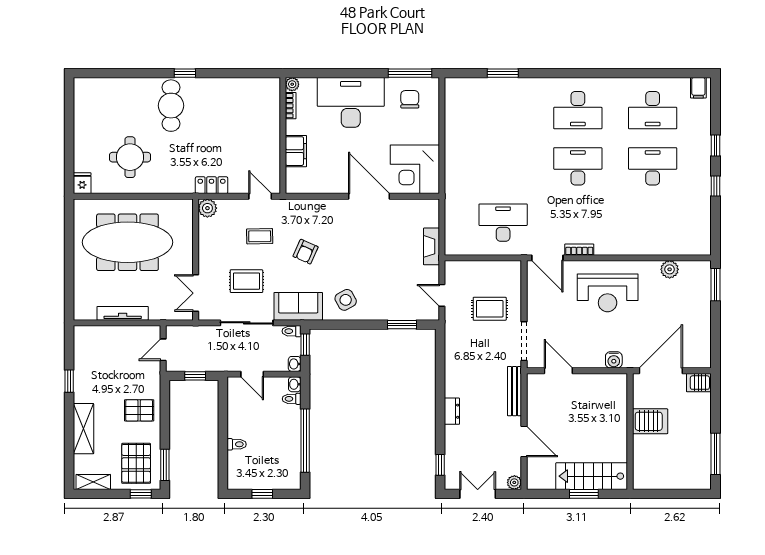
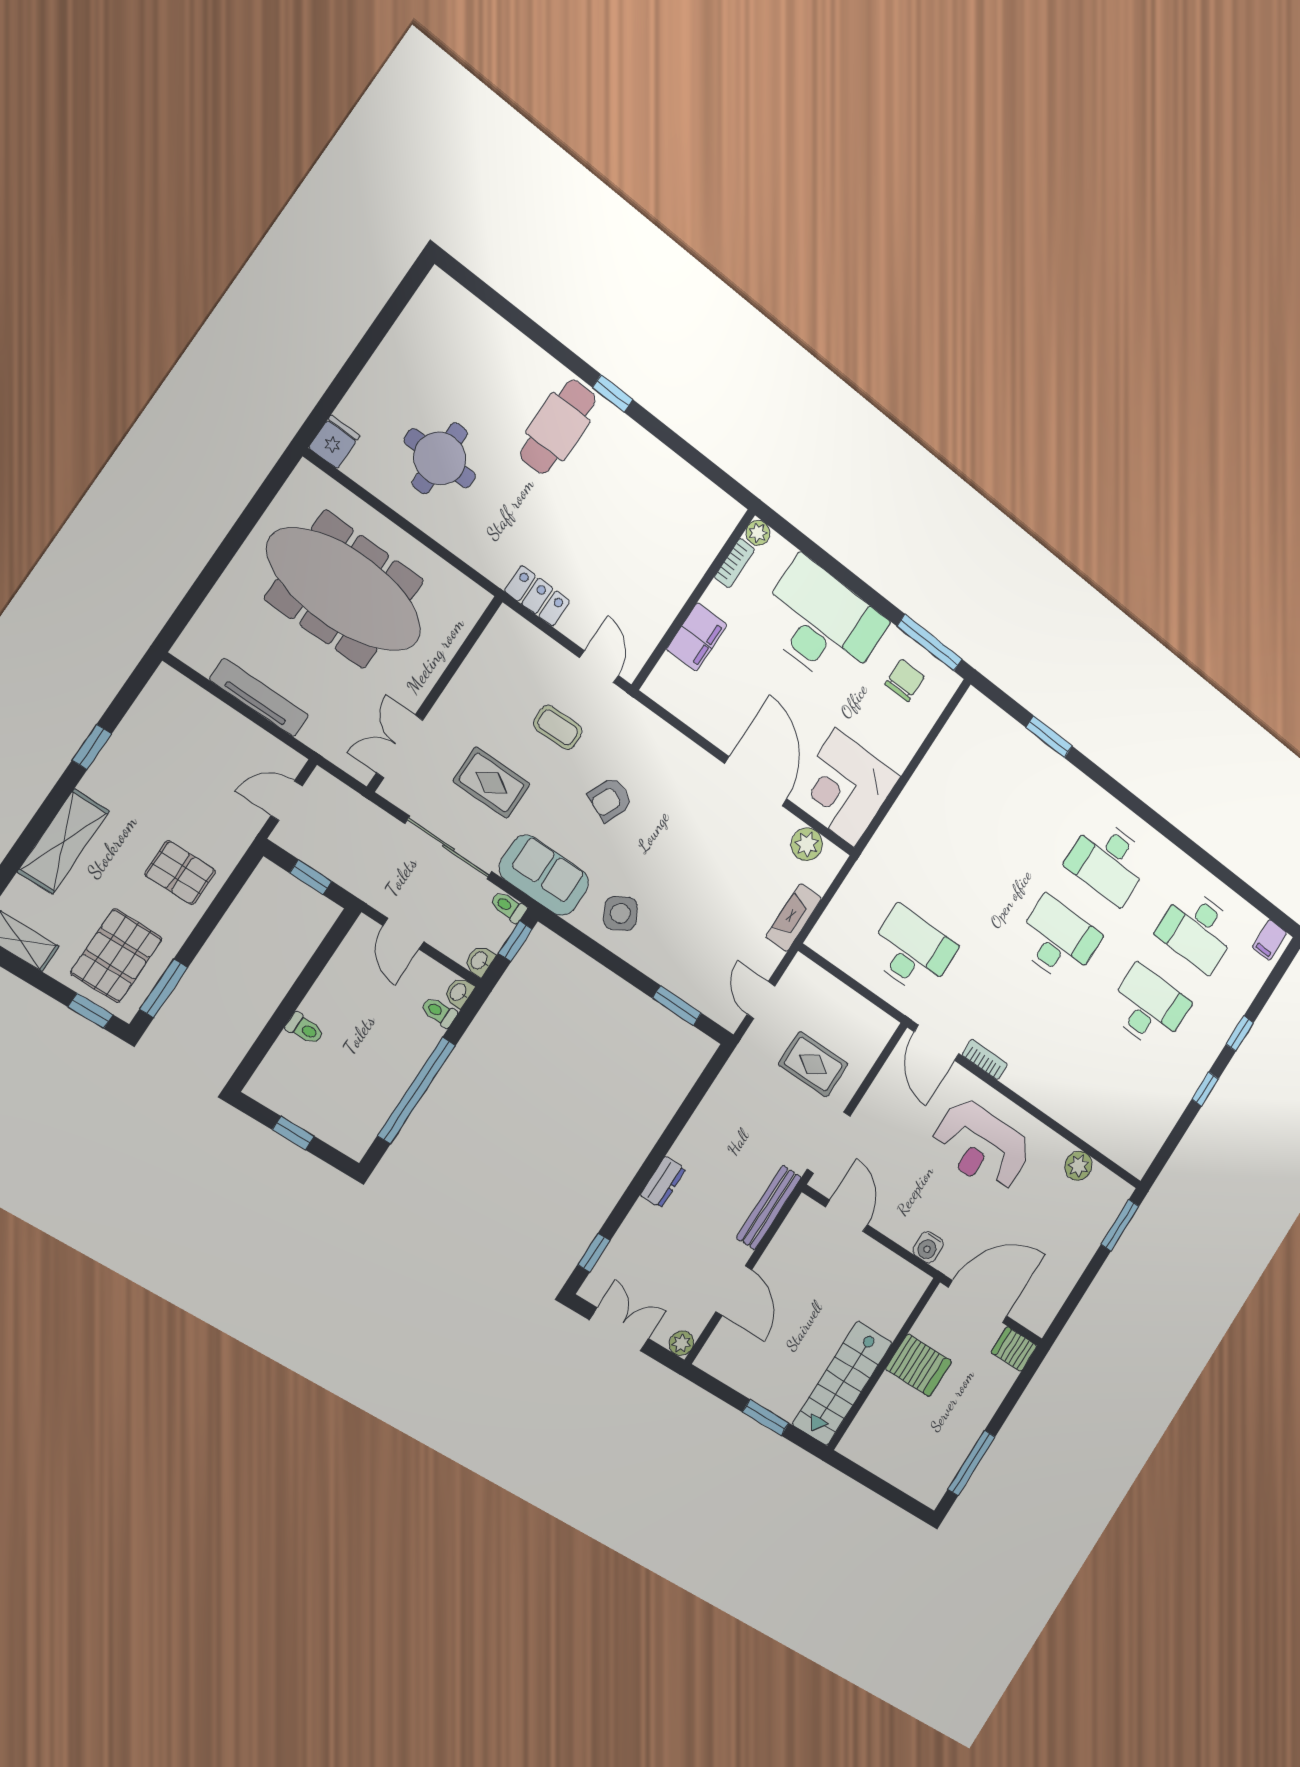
plant: (207, 208) -> (807, 844), moved
stairs: (592, 476) -> (842, 1383), moved, turned -90

